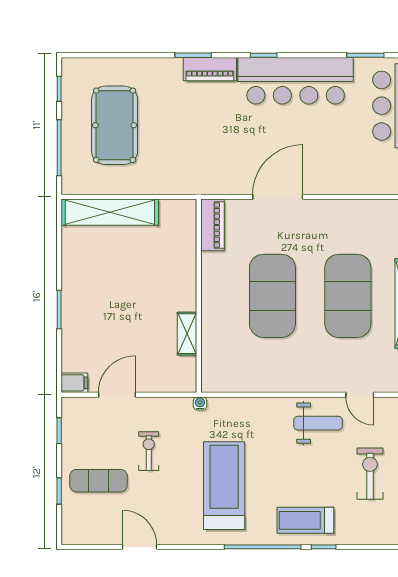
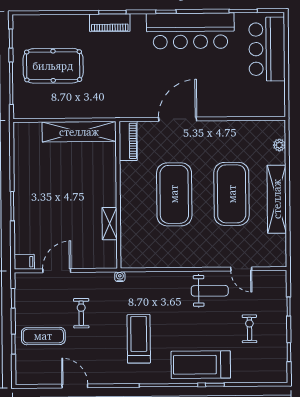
piano: (210, 69) -> (110, 23), moved
pool table: (115, 125) -> (53, 66), turned 90
shelving: (110, 212) -> (79, 132), moved
exercise bike: (370, 474) -> (249, 329), width x0.73, depth x0.72
treadmill: (224, 486) -> (139, 339), width x0.73, depth x0.73
treadmill: (305, 520) -> (201, 365), width x1.37, depth x1.38

